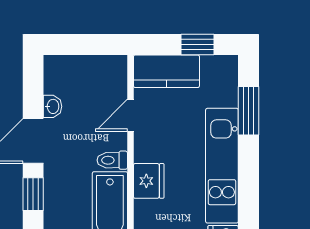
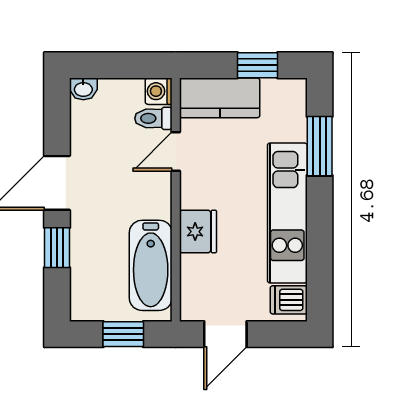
washing machine: (116, 66) -> (159, 91), added
washbasin: (53, 106) -> (83, 89), moved, turned 90
toilet: (112, 160) -> (153, 118), moved

